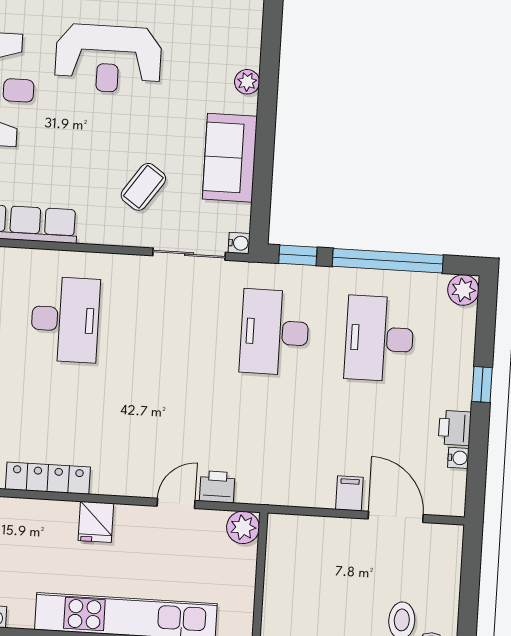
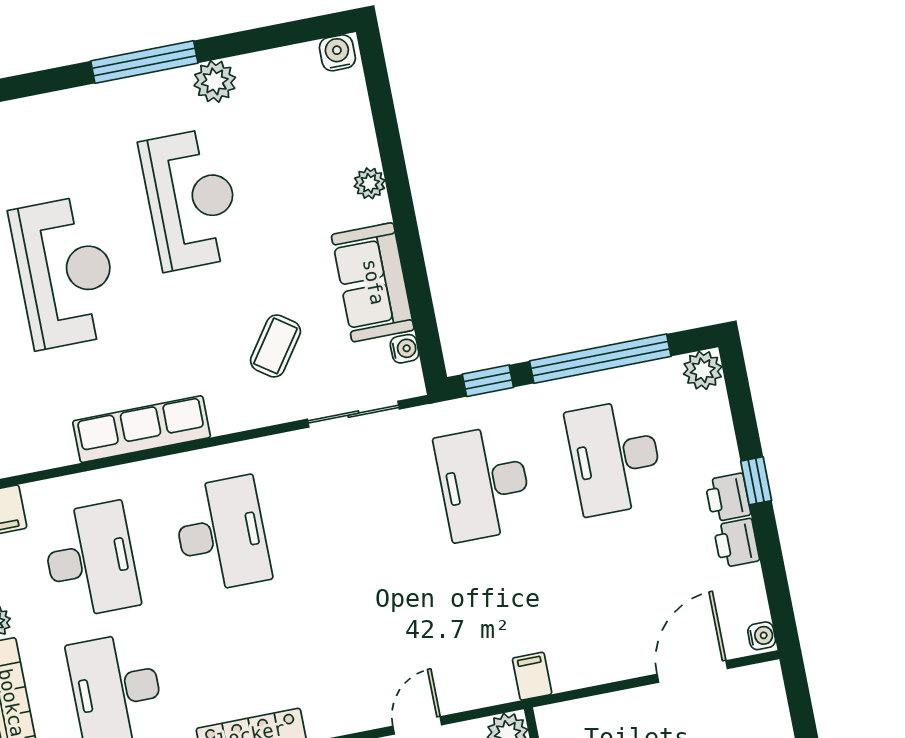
reception desk: (108, 59) -> (191, 199), turned -90
water cooler: (239, 243) -> (405, 349), moved
water cooler: (458, 458) -> (762, 636), moved
printer: (217, 487) -> (728, 497), moved, turned -90
filing cabinet: (349, 493) -> (532, 676), moved
door: (396, 517) -> (692, 671), hinge flipped

